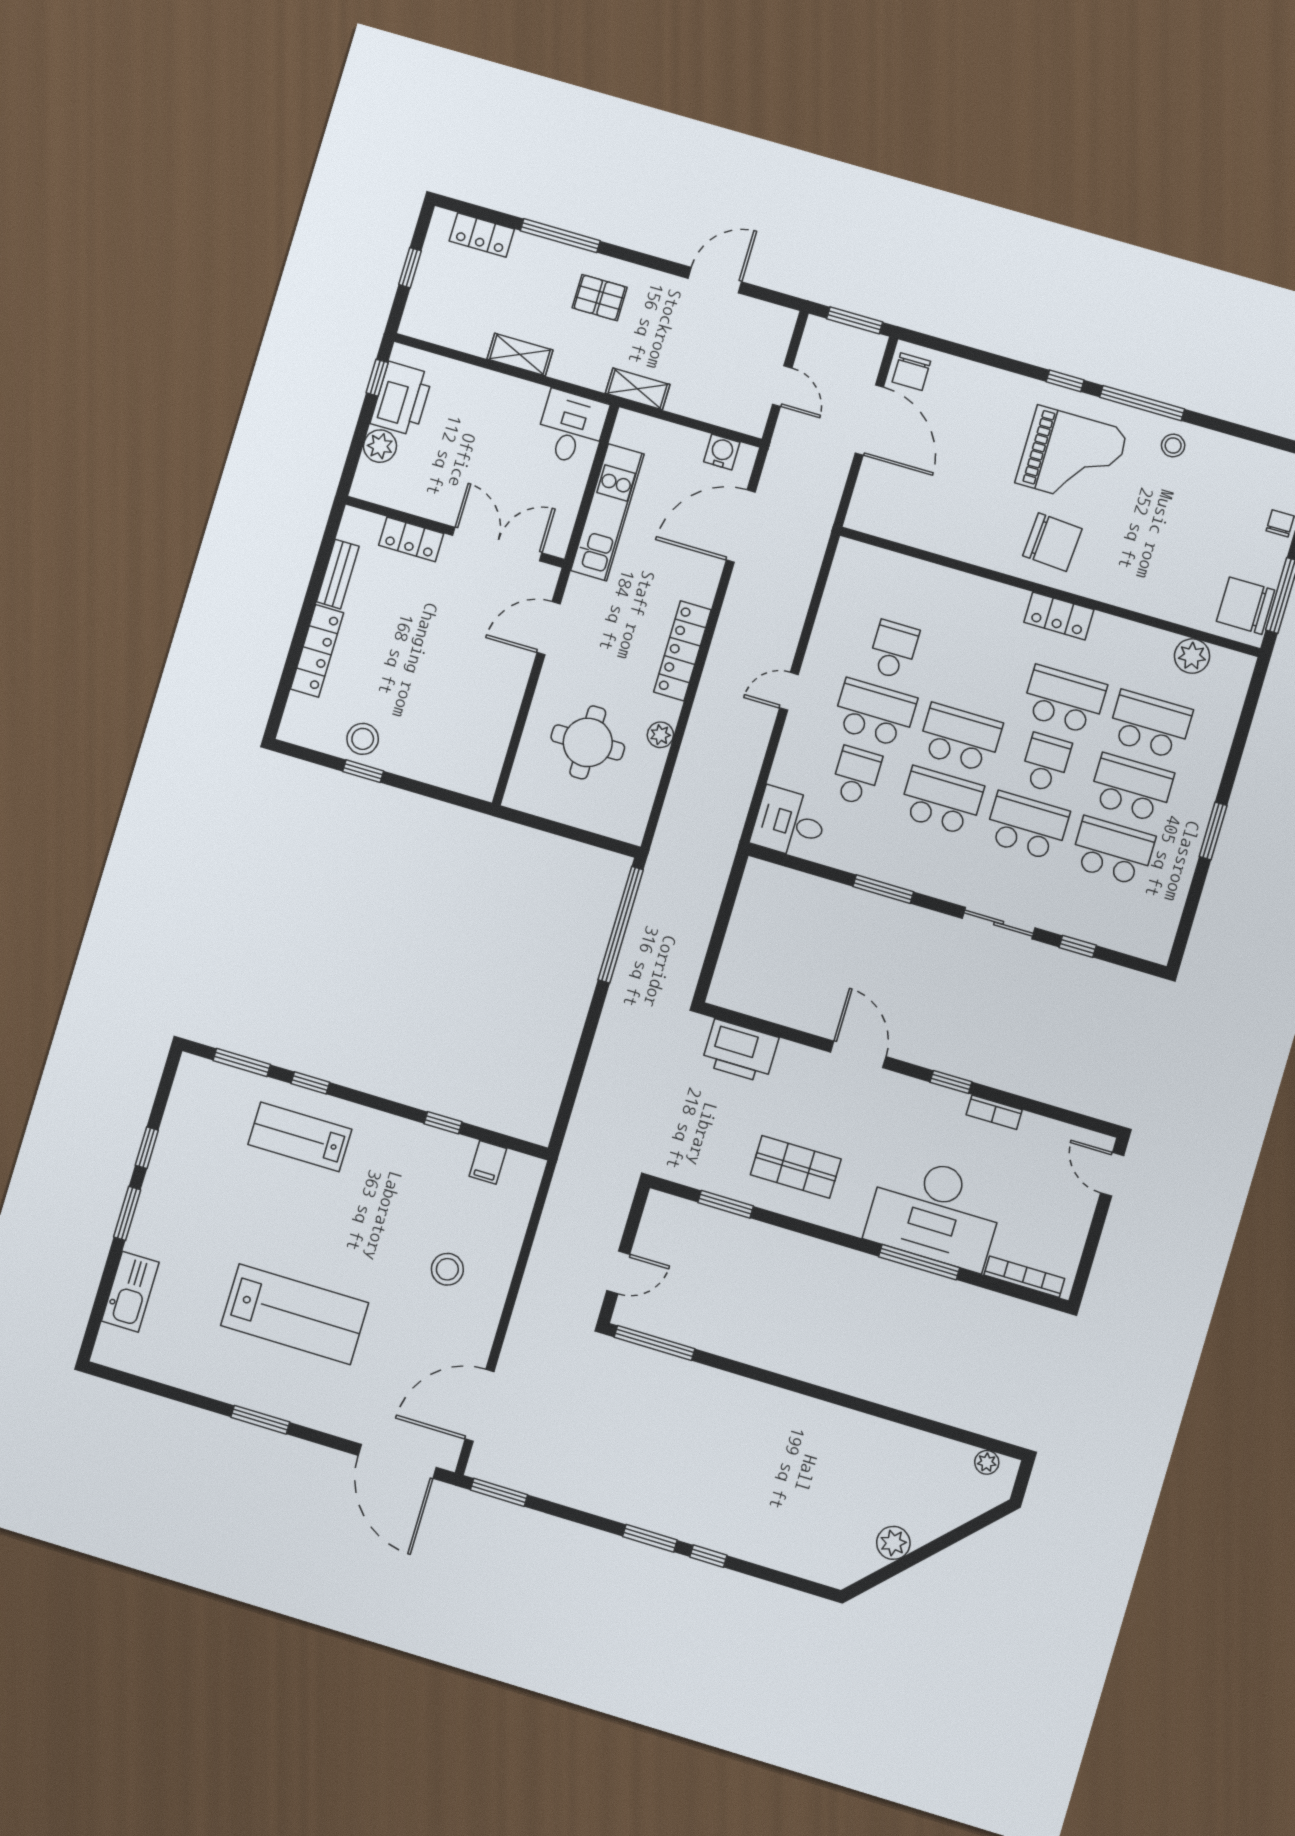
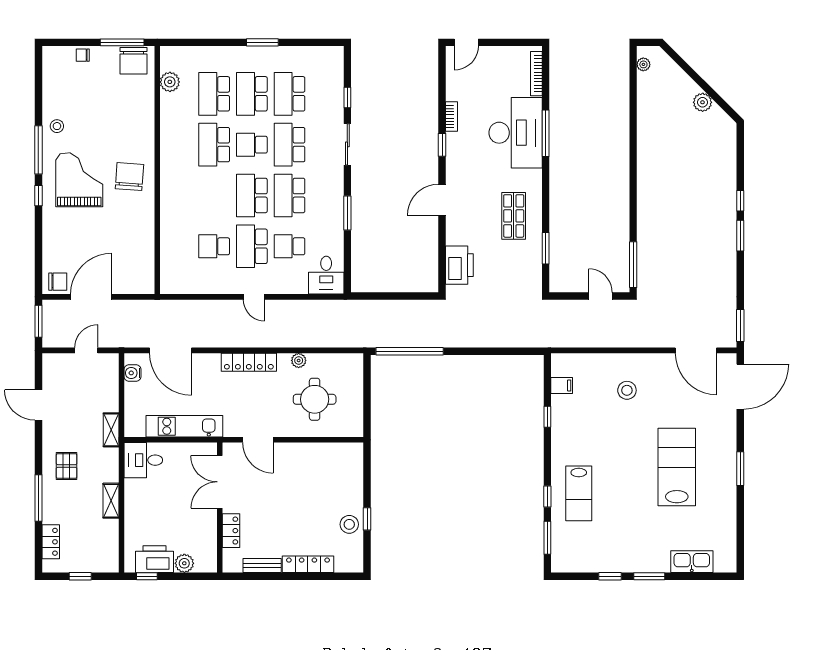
locker: (1059, 616) -> (169, 161), removed

